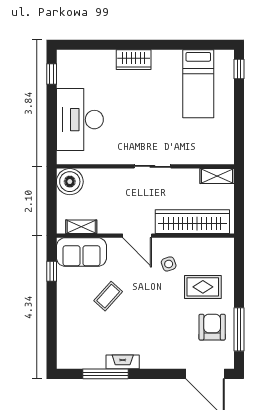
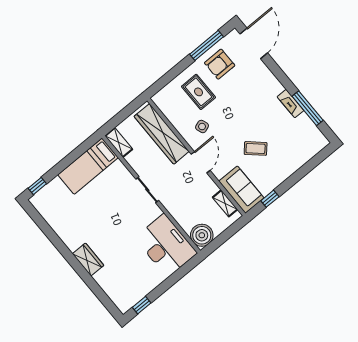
bed: (198, 84) -> (88, 166), moved, turned 180
desk: (80, 120) -> (166, 245), moved, turned -90

